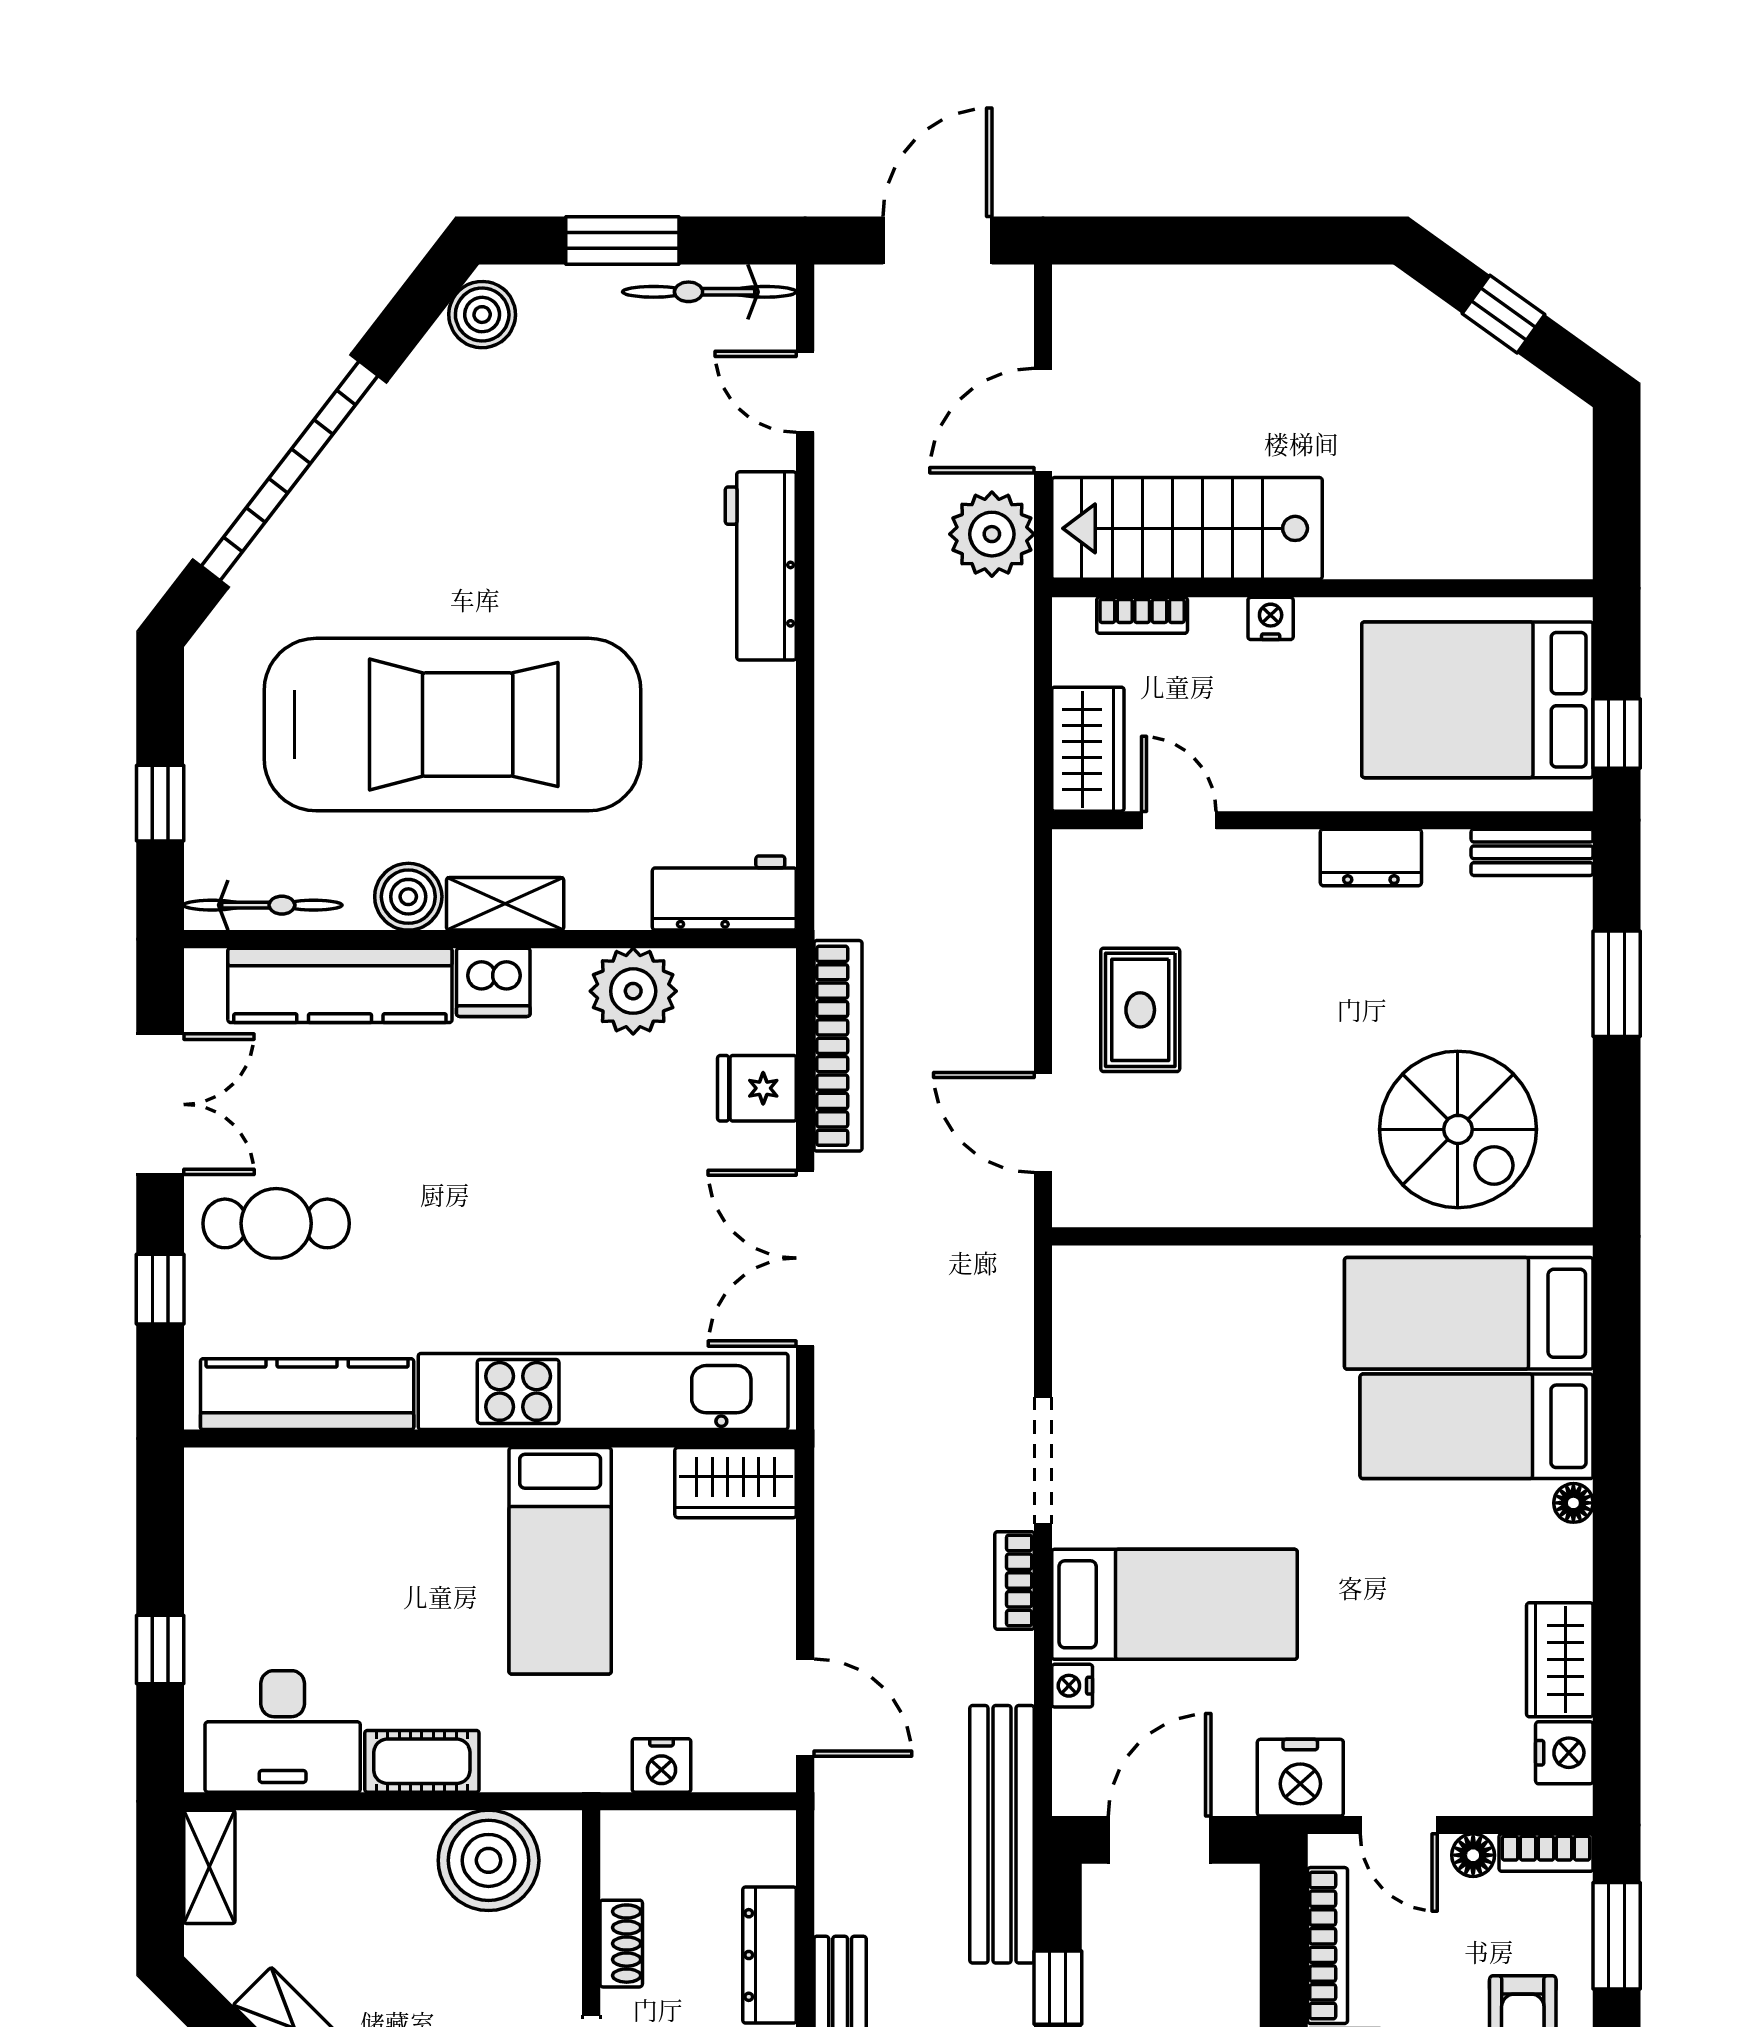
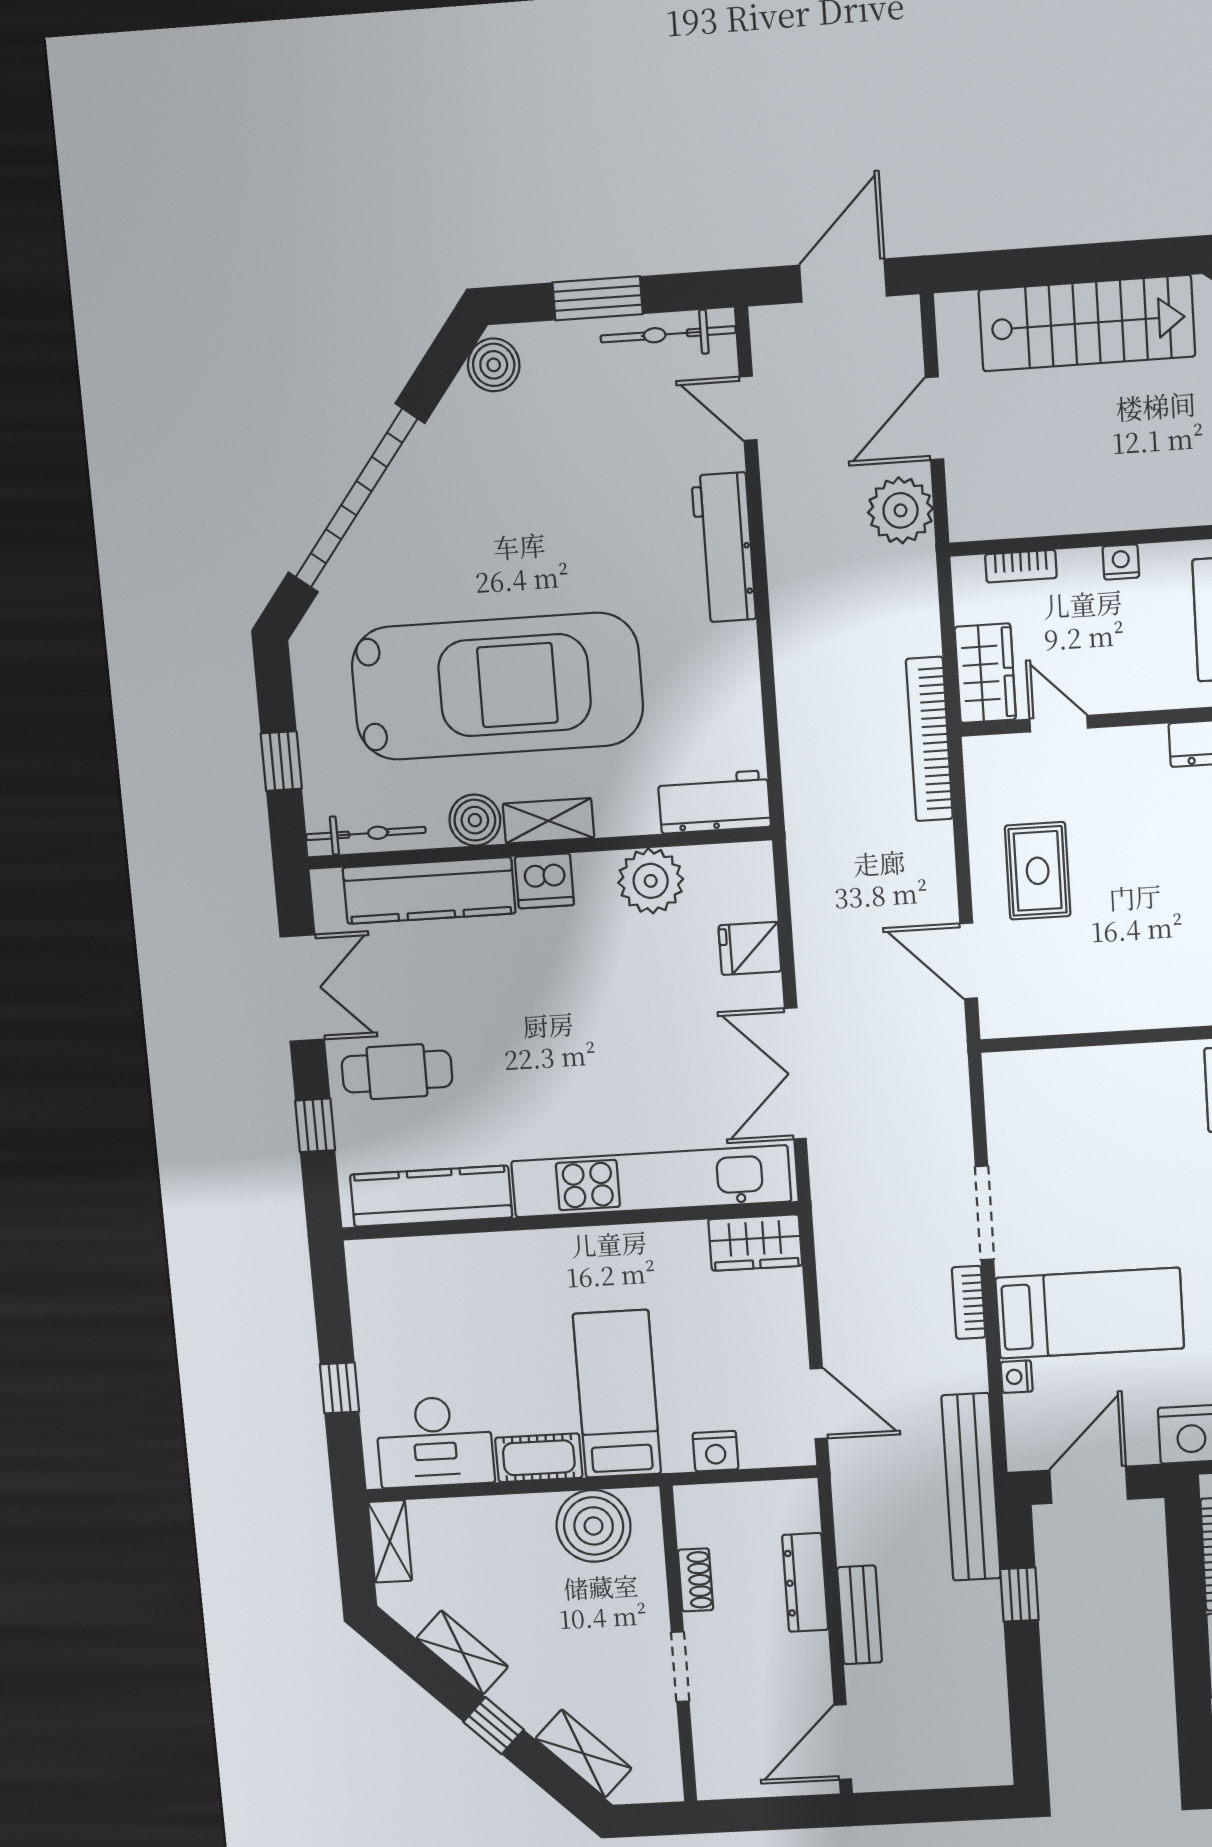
stairs: (1187, 528) -> (1087, 323), moved, turned 180
bookcase: (838, 1046) -> (929, 739), moved, turned 180
bed: (560, 1561) -> (617, 1394), moved, turned 180

